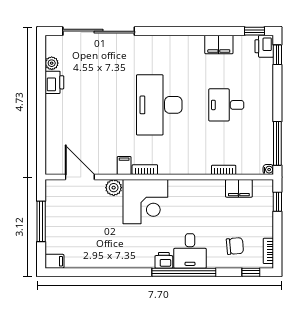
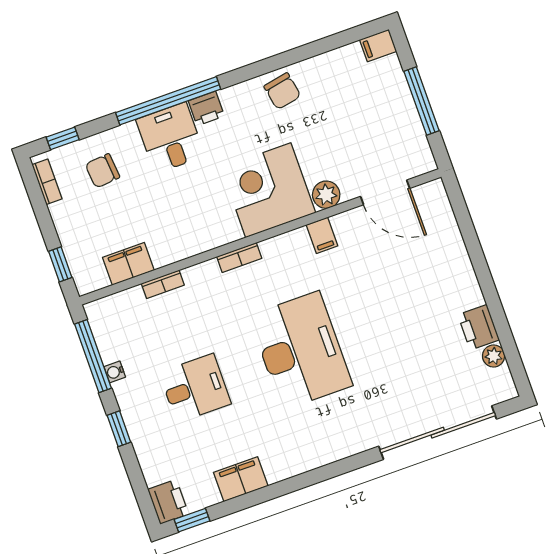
window: (277, 55) -> (119, 429), moved
bookcase: (145, 170) -> (239, 258), moved
water cooler: (268, 170) -> (115, 372), moved
chair: (118, 255) -> (282, 91), added

